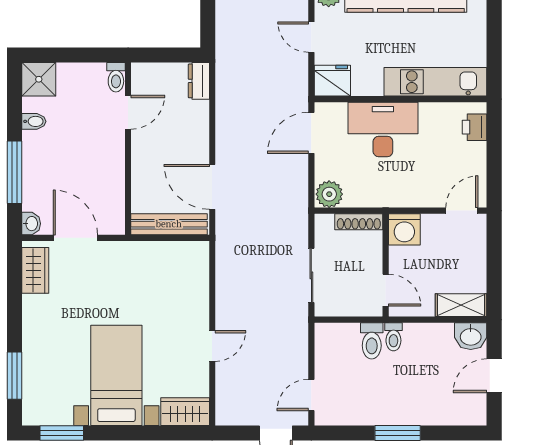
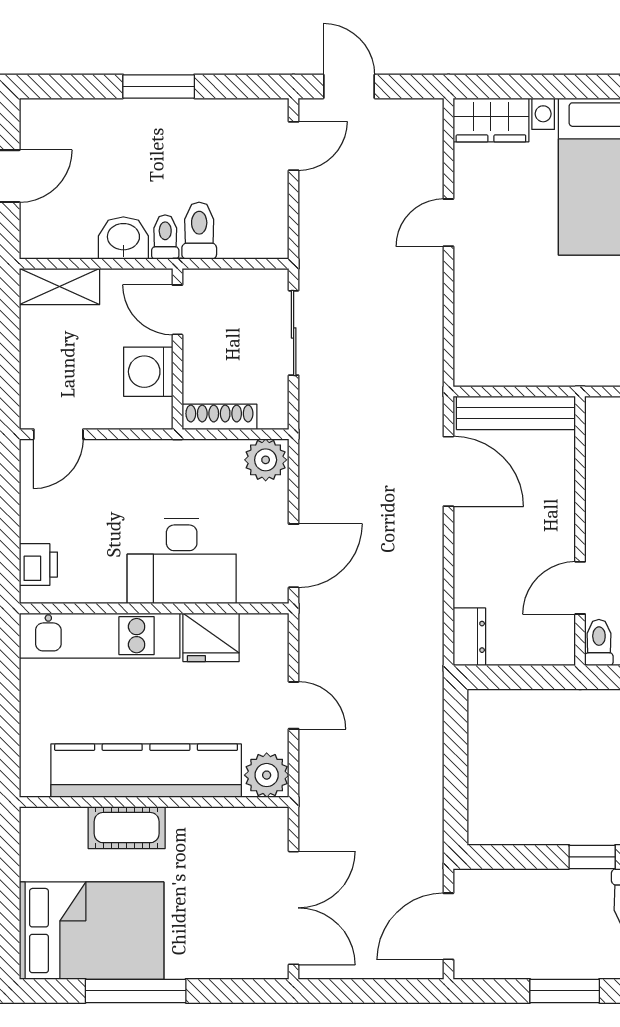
fridge: (332, 81) -> (211, 637), moved
washing machine: (404, 229) -> (148, 372), moved, turned -90
washbasin: (471, 336) -> (123, 238), moved

